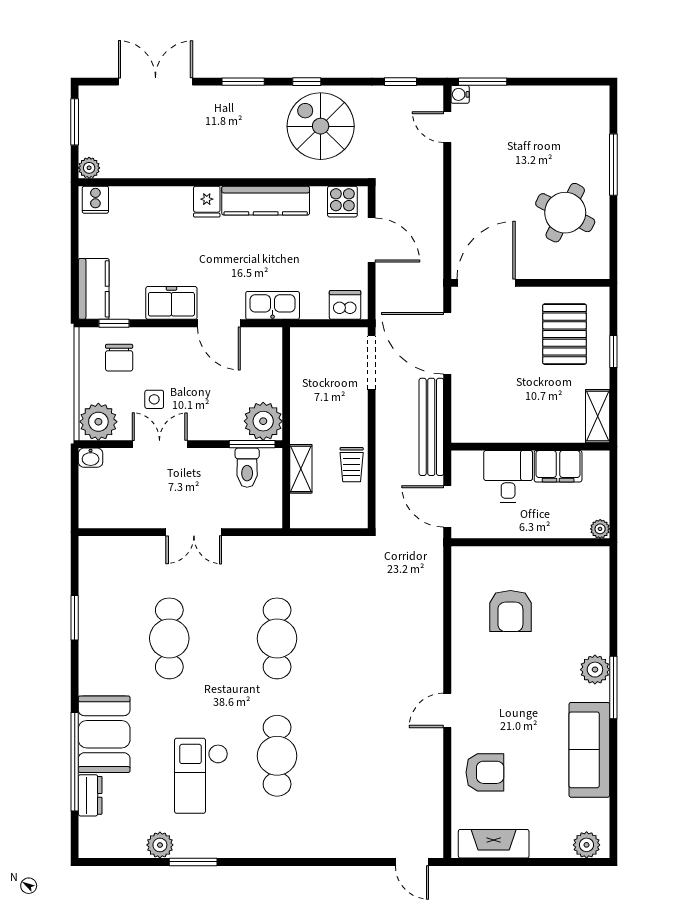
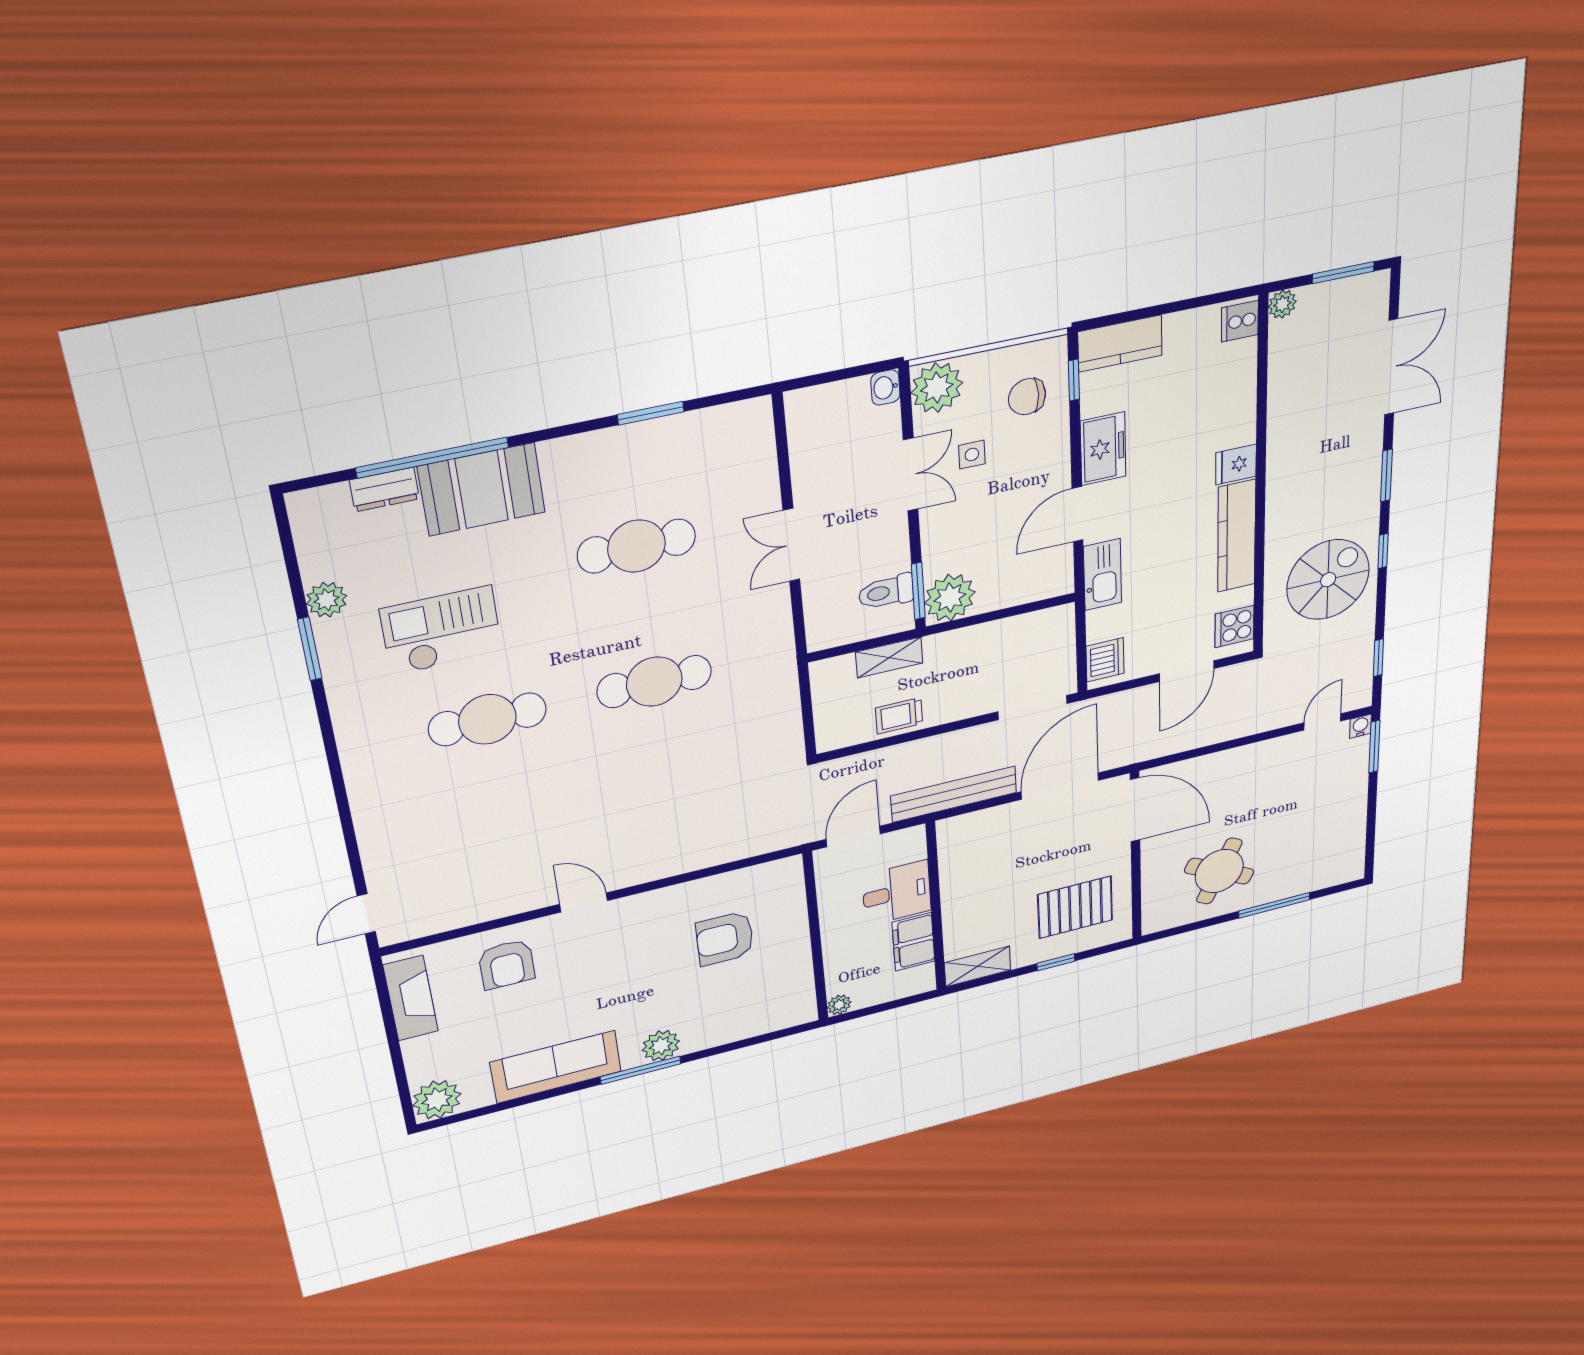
plant: (587, 845) -> (437, 1100), width x1.36, depth x1.36

